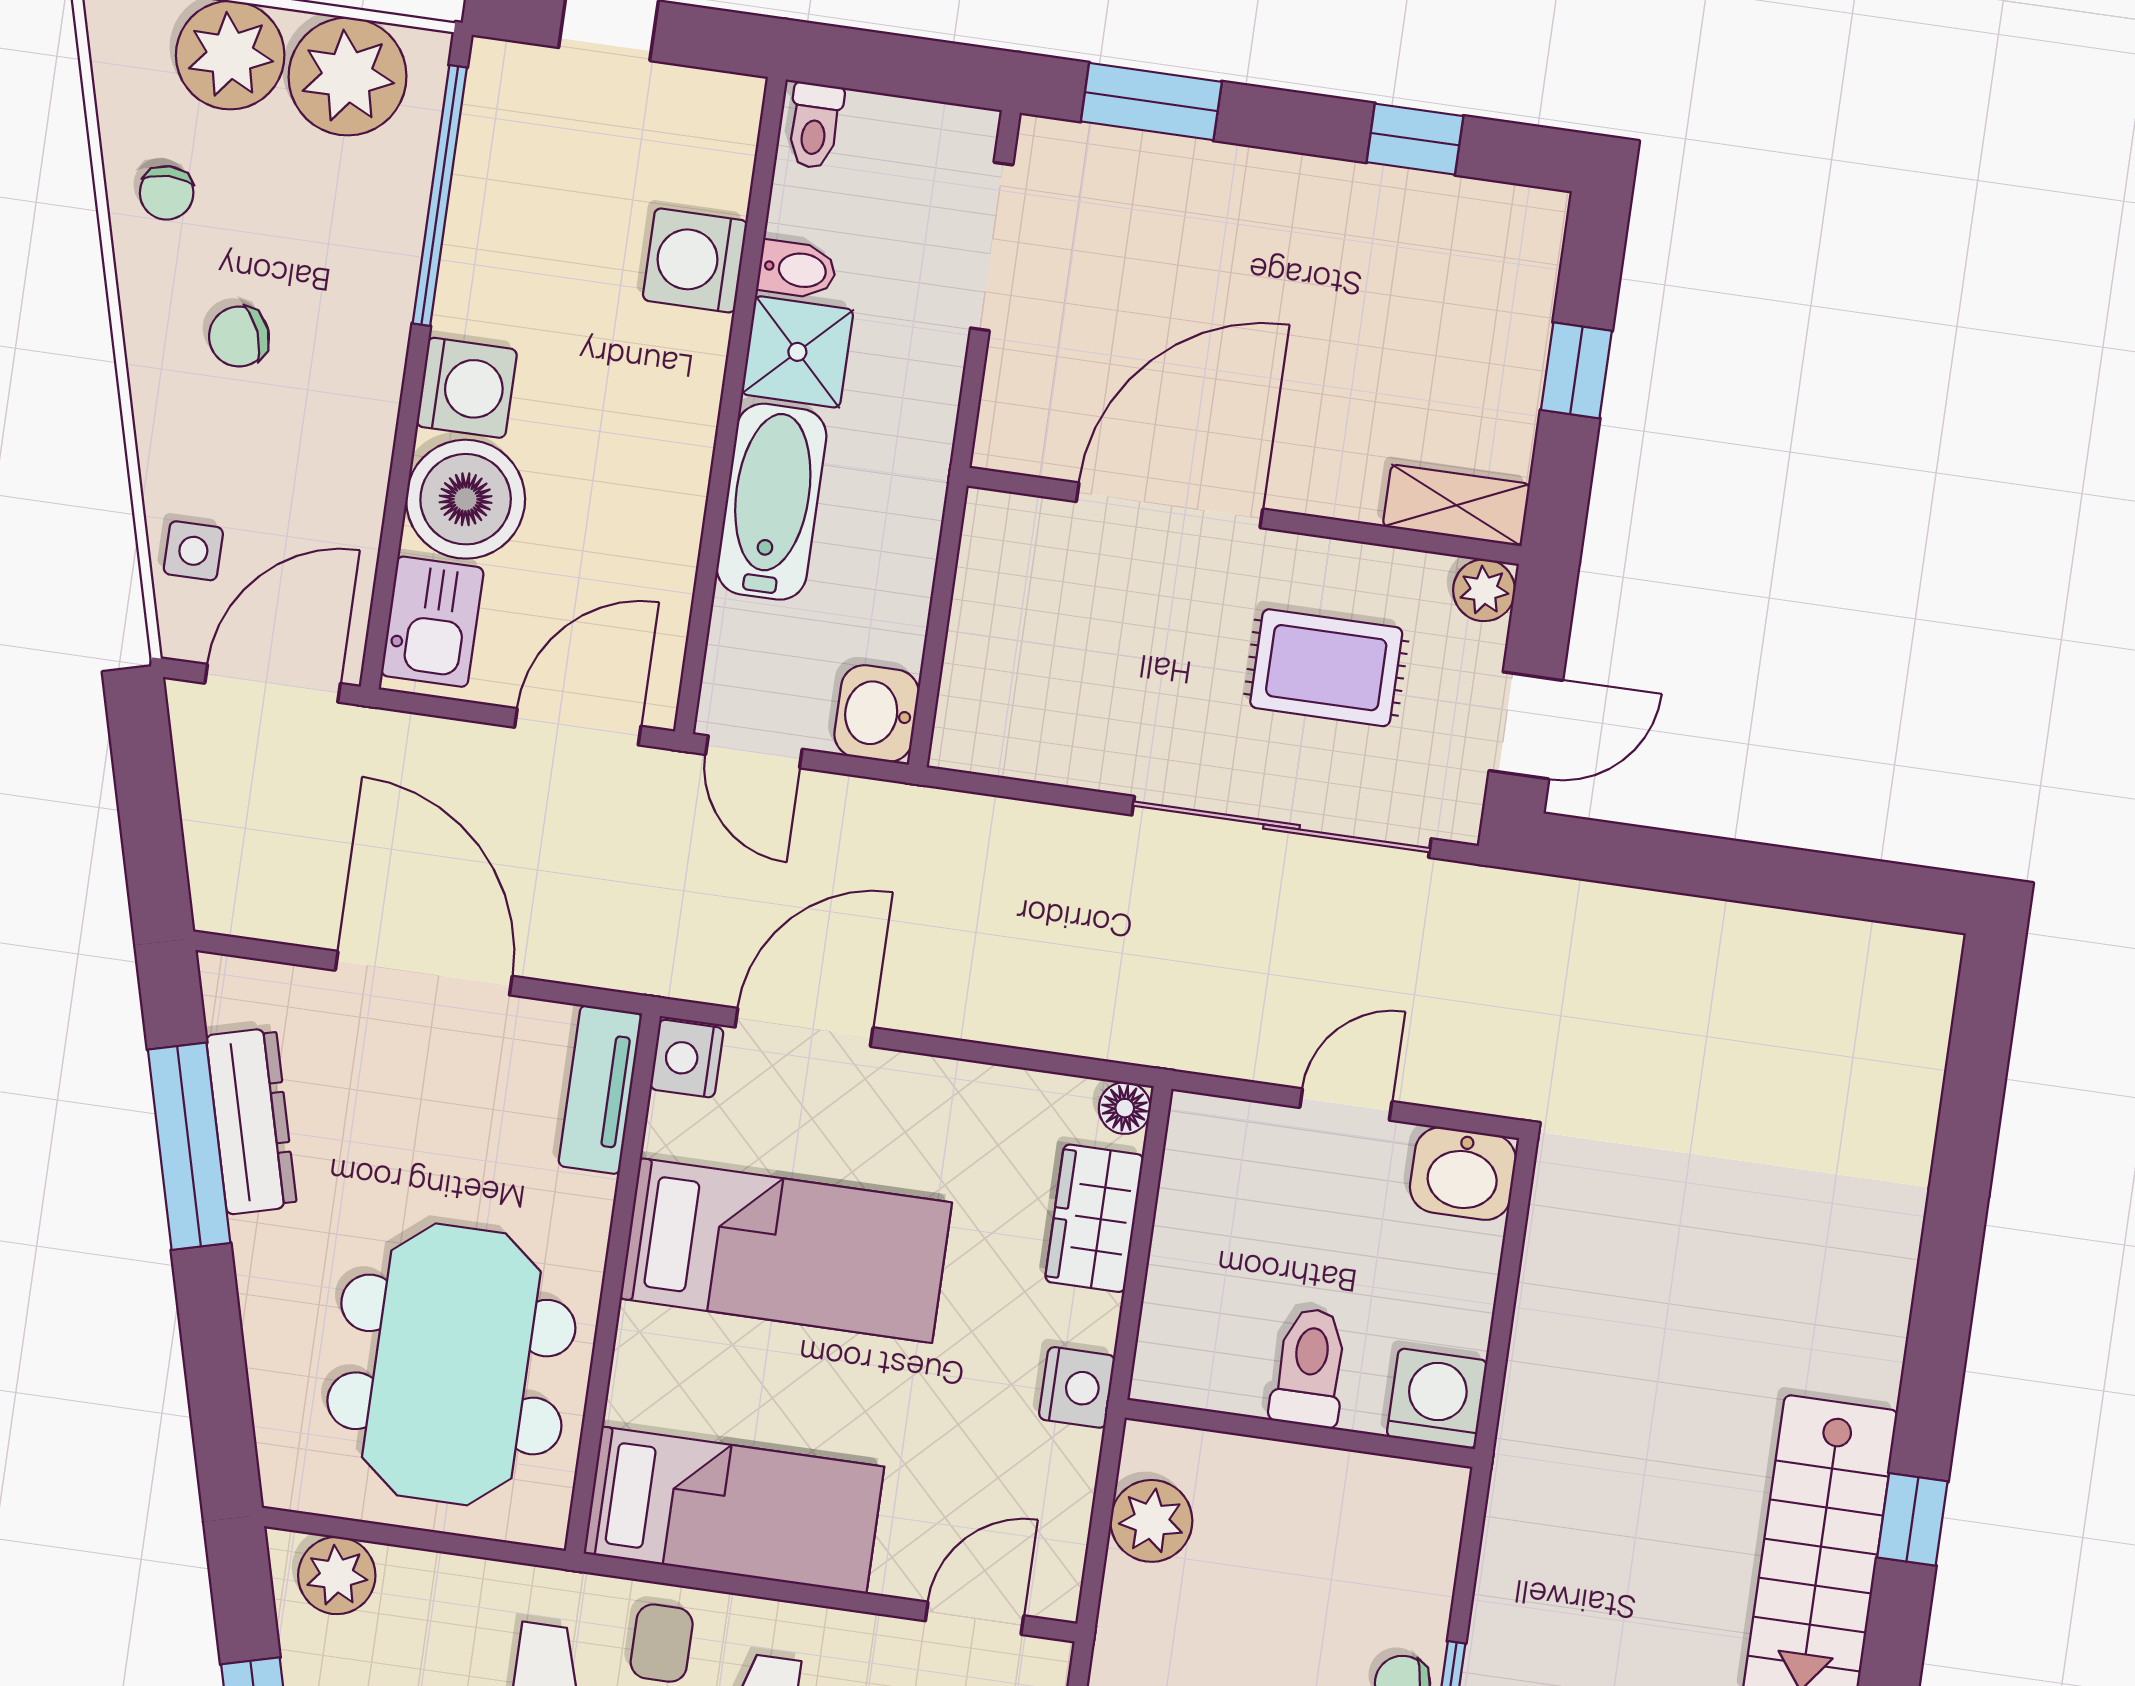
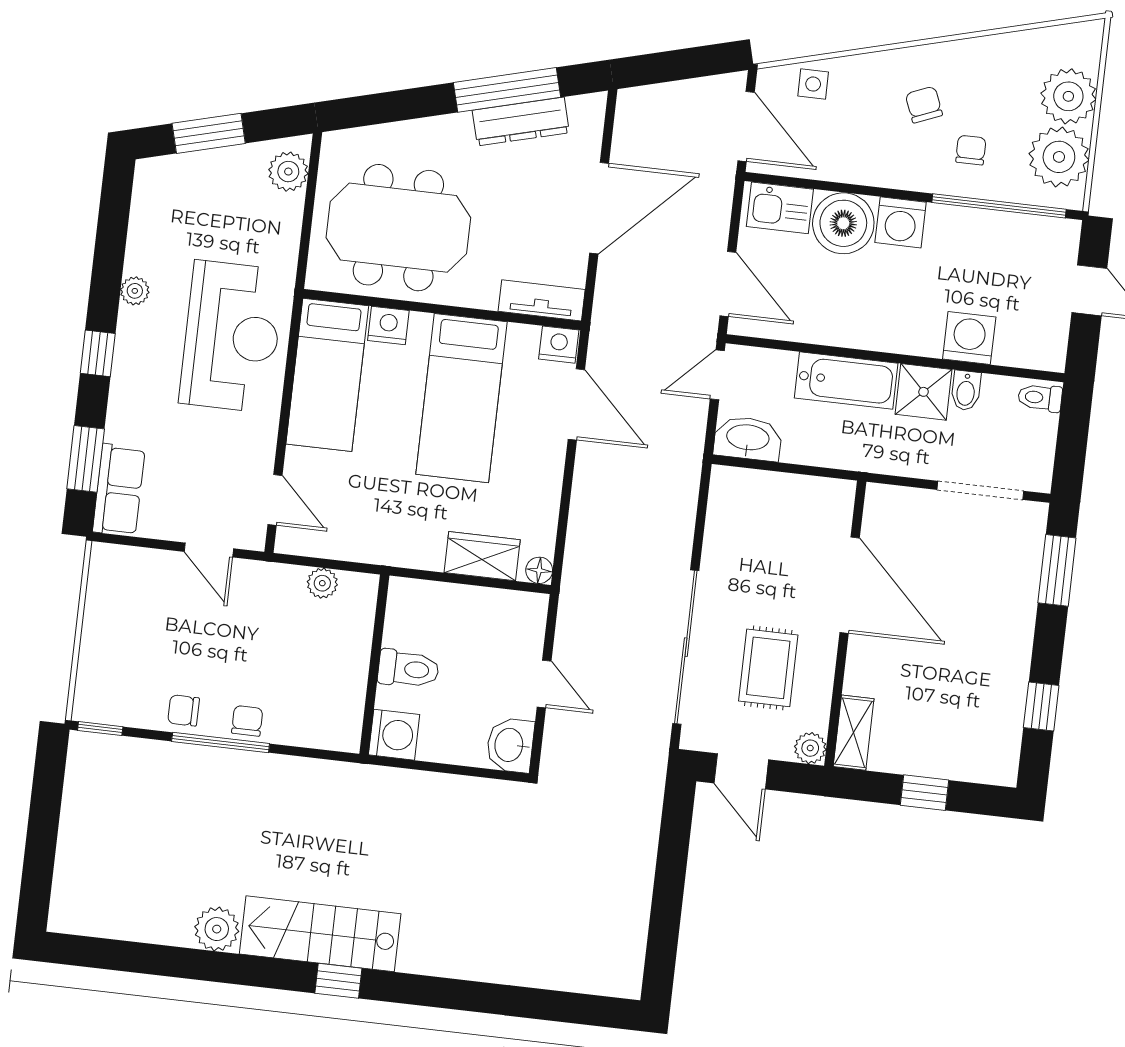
chair: (167, 193) -> (971, 150), moved, turned 91
washbasin: (877, 714) -> (748, 439), width x1.38
nightstand: (1077, 1387) -> (388, 325), moved, turned 180
plant: (1151, 1521) -> (322, 583), width x0.73, depth x0.73

